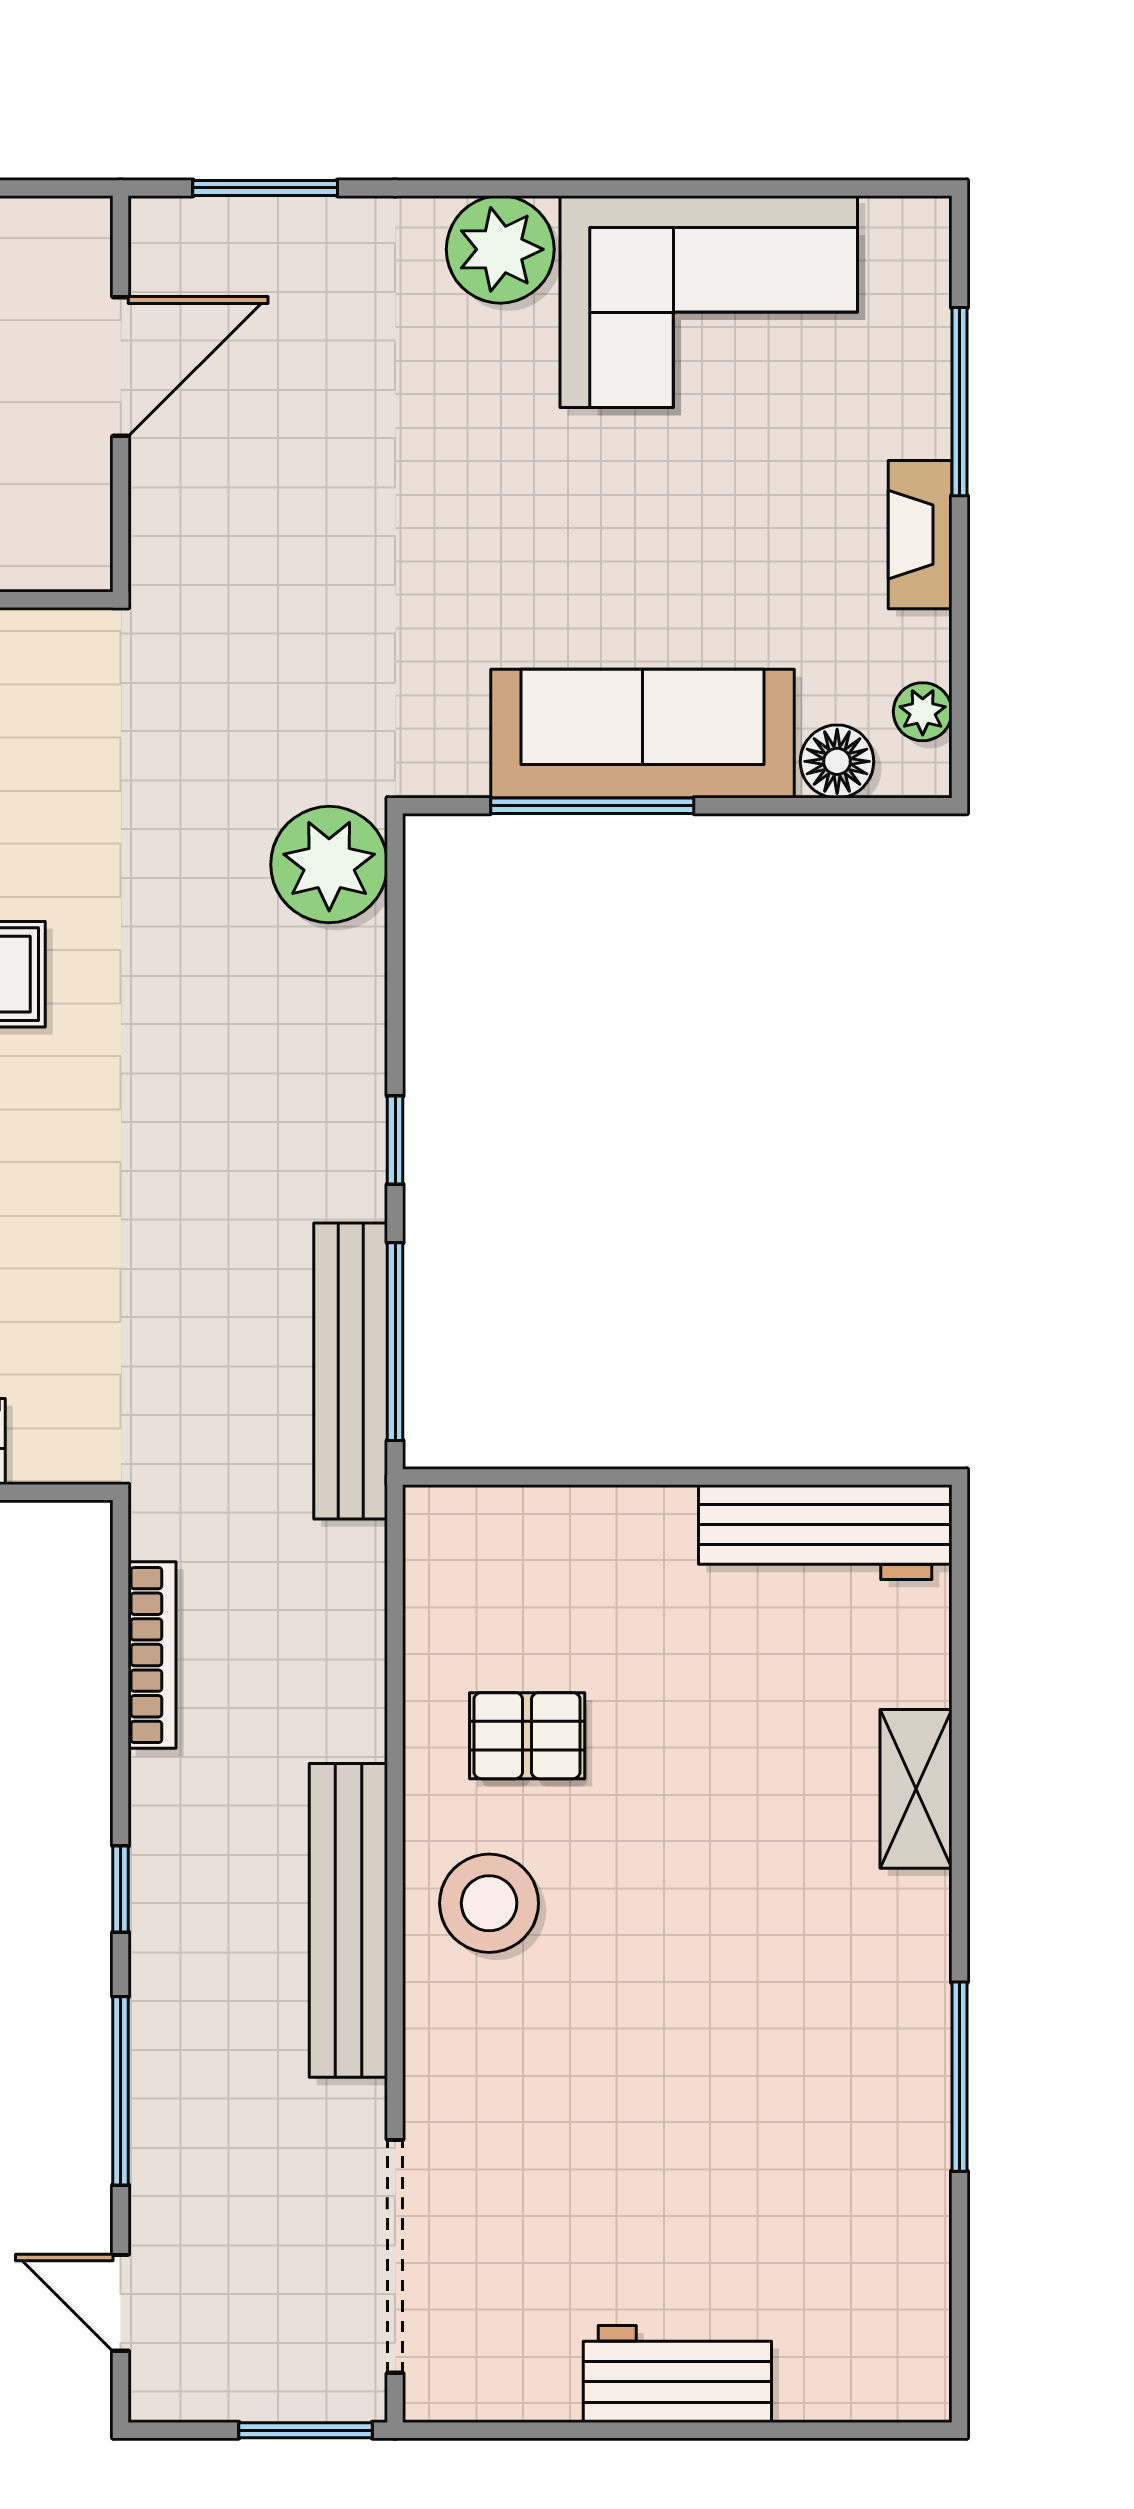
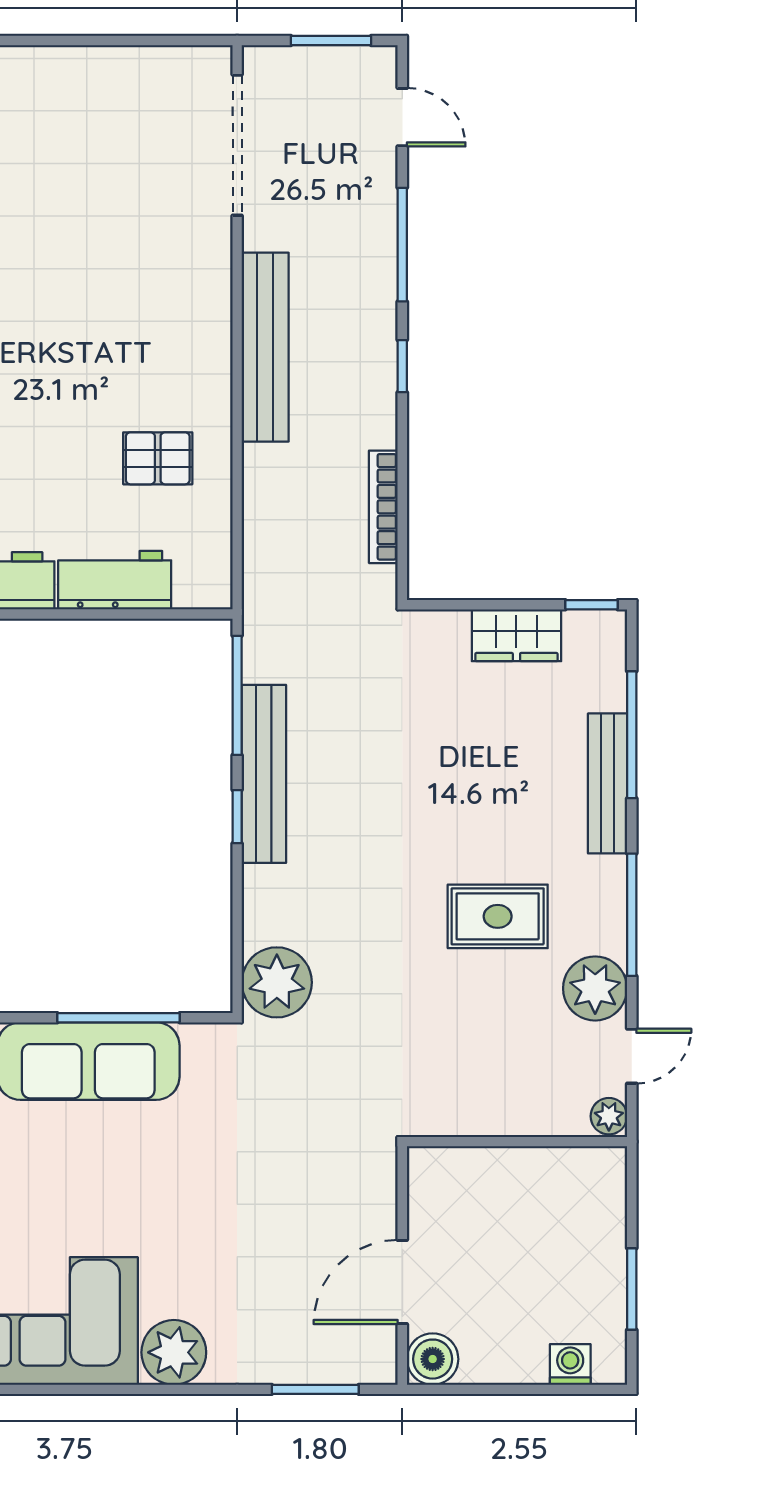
boiler: (70, 238) -> (433, 1359), added
bench: (351, 1371) -> (264, 774), moved
stool: (489, 1903) -> (181, 357), removed
workbench: (677, 2374) -> (115, 580), moved, turned 180
window: (305, 2430) -> (331, 40), moved

